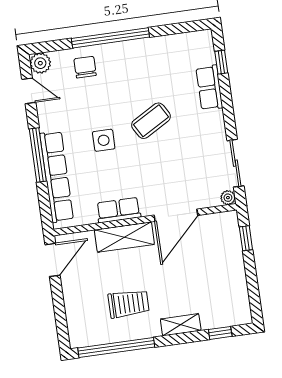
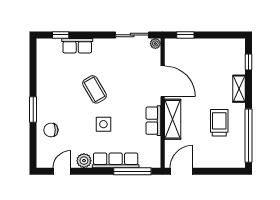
window: (110, 38) -> (33, 109), width x0.47
plant: (40, 63) -> (84, 161), moved
window: (38, 155) -> (132, 171), moved
row of seats: (57, 177) -> (116, 160), width x0.73
door: (53, 260) -> (181, 171), hinge flipped

